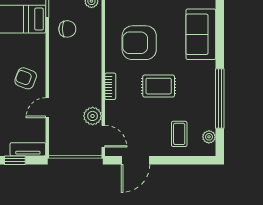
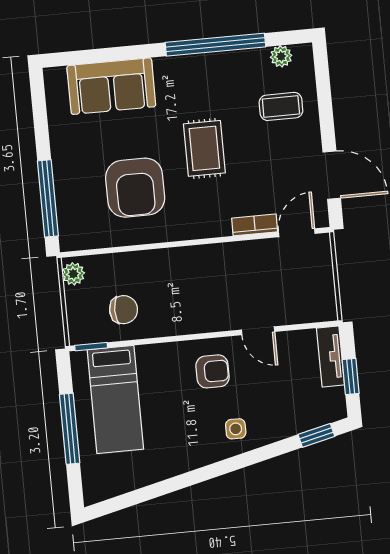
chair: (67, 29) -> (124, 310), turned 90
armchair: (26, 78) -> (212, 371), turned -111
bookcase: (110, 86) -> (255, 225), moved
plant: (93, 116) -> (265, 254), removed

